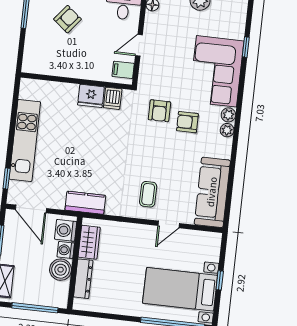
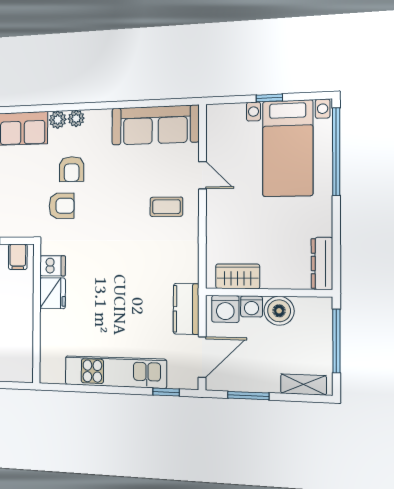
kitchen counter: (85, 203) -> (186, 309), moved
dresser: (83, 279) -> (322, 263), moved, turned -90

